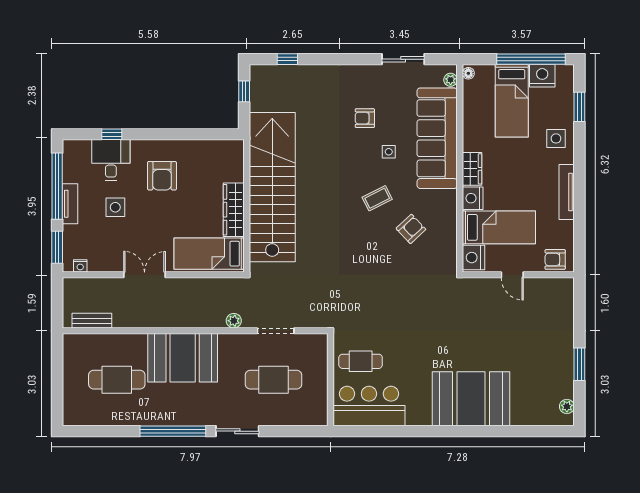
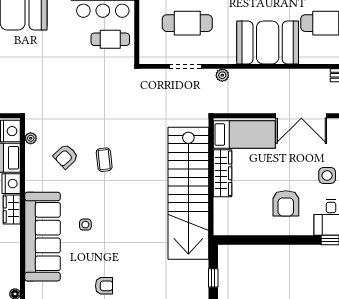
plant: (451, 80) -> (31, 138), moved
armchair: (365, 118) -> (104, 286), moved
armchair: (162, 176) -> (286, 203), turned 180
coffee table: (377, 198) -> (104, 160), moved, turned -69
double door: (145, 275) -> (301, 116), width x1.37

